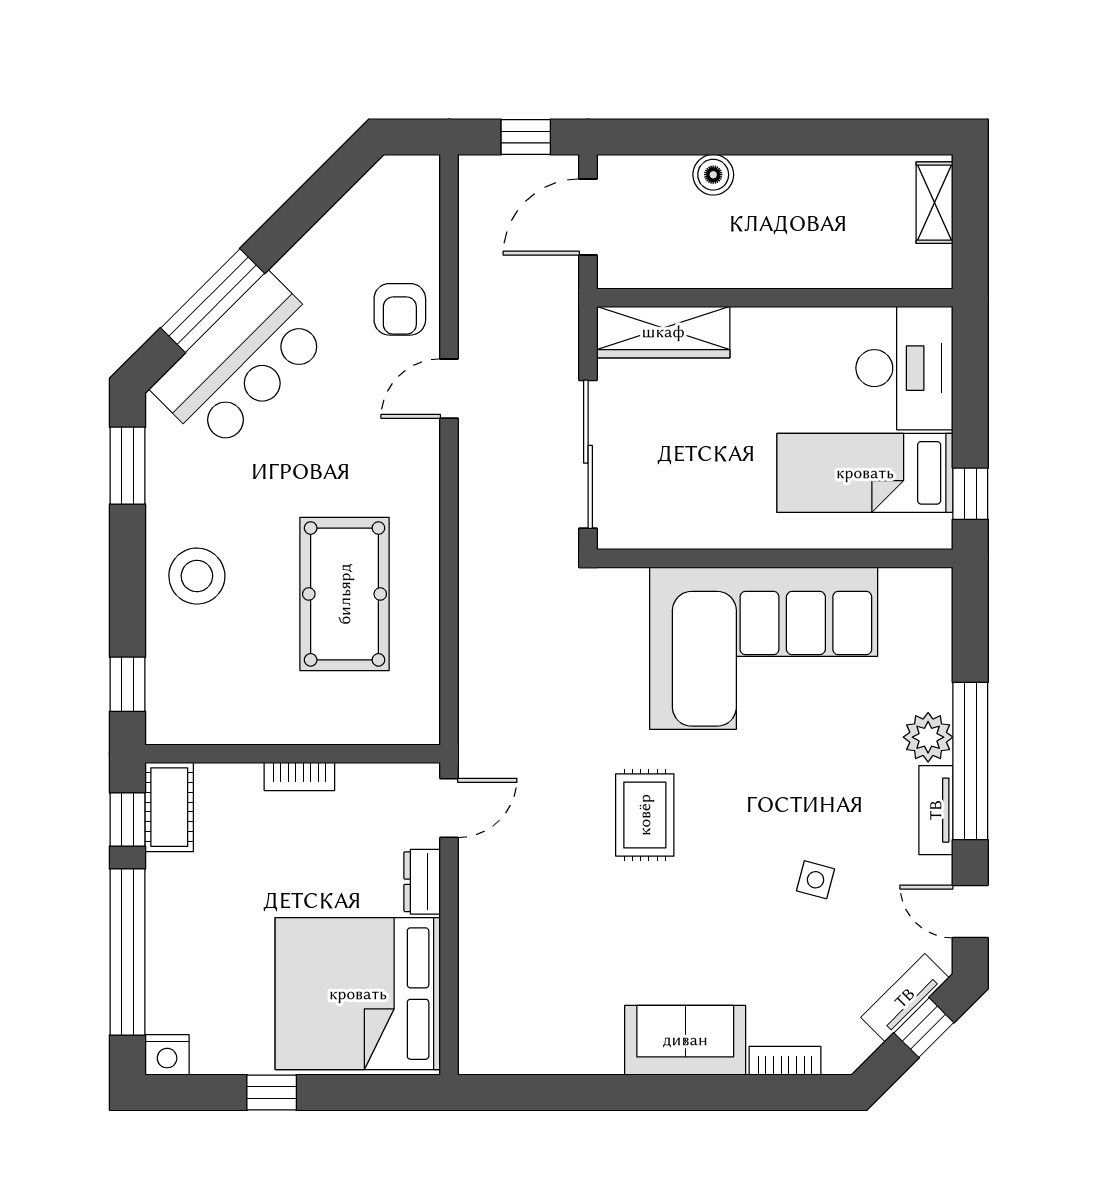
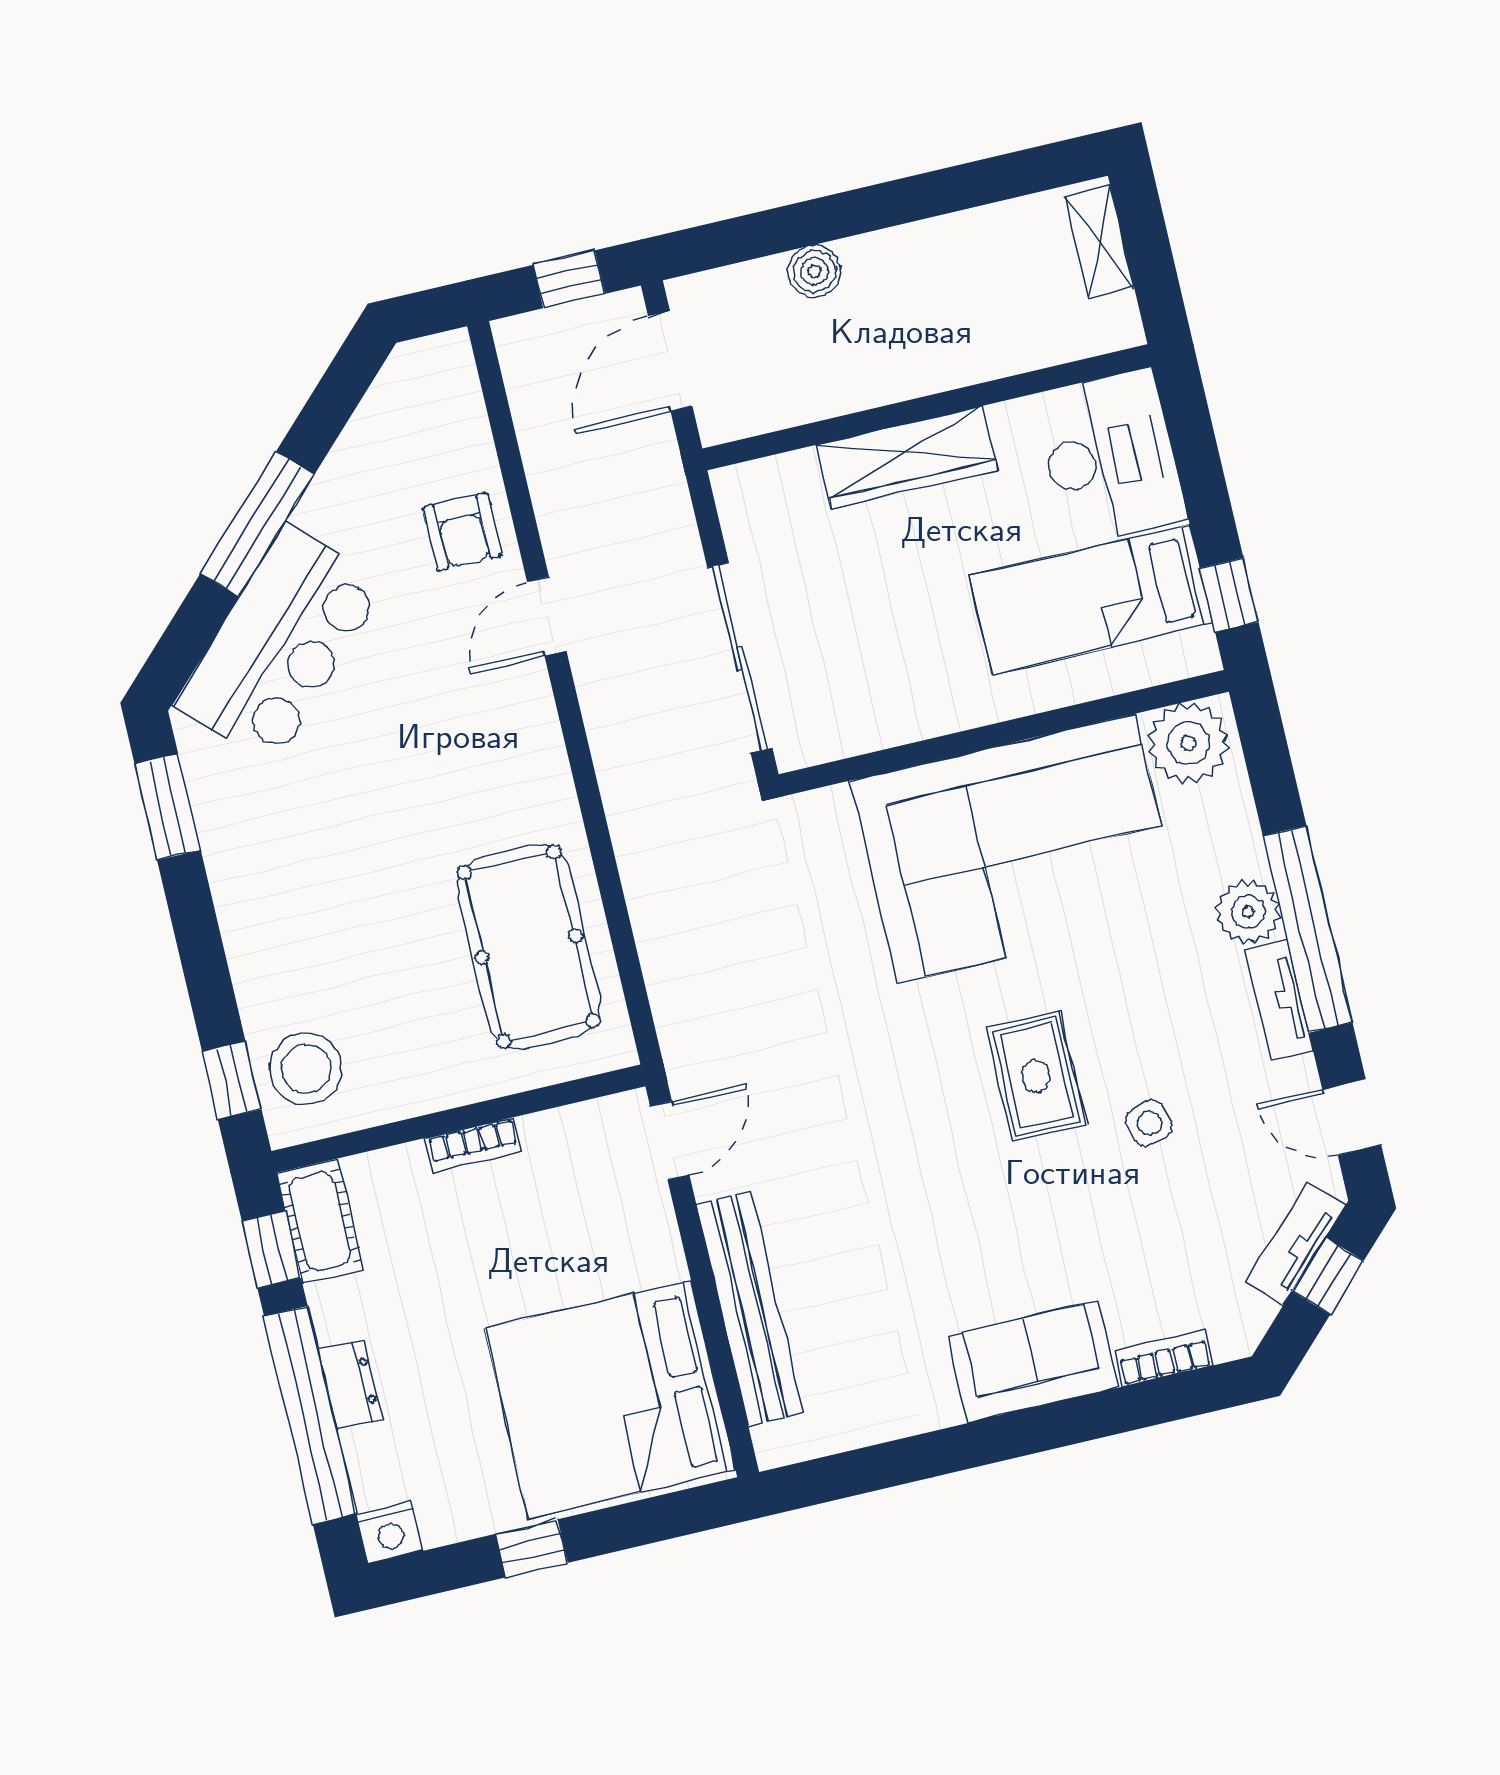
window: (213, 301) -> (257, 524), moved
wardrobe: (663, 332) -> (907, 457), moved
stool: (197, 576) -> (306, 1069), moved
pool table: (345, 594) -> (529, 947), moved
plant: (913, 599) -> (1188, 743), added
rug: (645, 815) -> (1036, 1076), moved
side table: (816, 880) -> (1149, 1123), turned -32
dresser: (422, 882) -> (350, 1385), moved, turned 180
bench: (480, 950) -> (750, 1309), added

